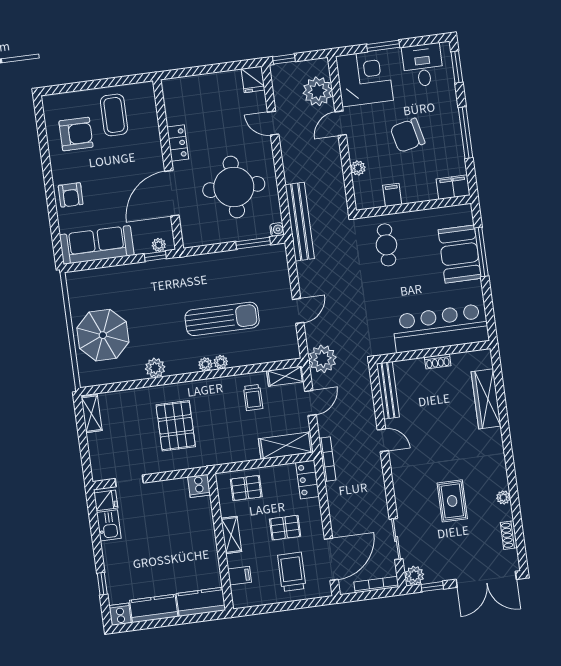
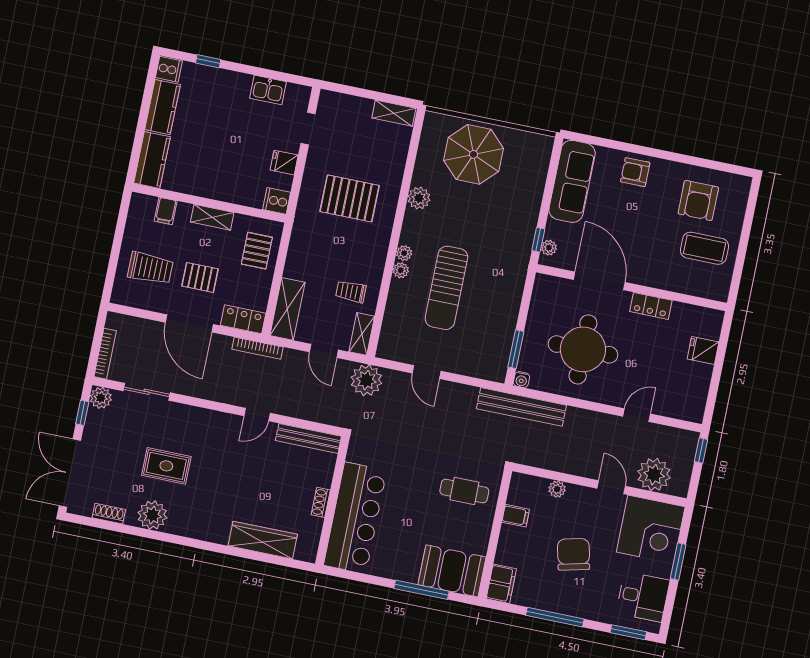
fridge: (253, 79) -> (703, 351), moved
booth: (460, 254) -> (452, 571), moved
plant: (503, 497) -> (152, 515), width x1.88, depth x1.88
fridge: (106, 500) -> (284, 163), moved, turned 90
pallet: (285, 528) -> (200, 277), turned 90
door: (331, 559) -> (189, 323), moved

